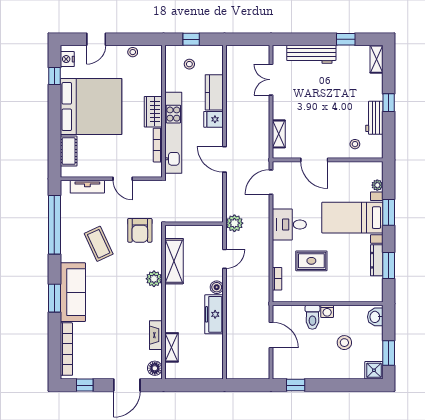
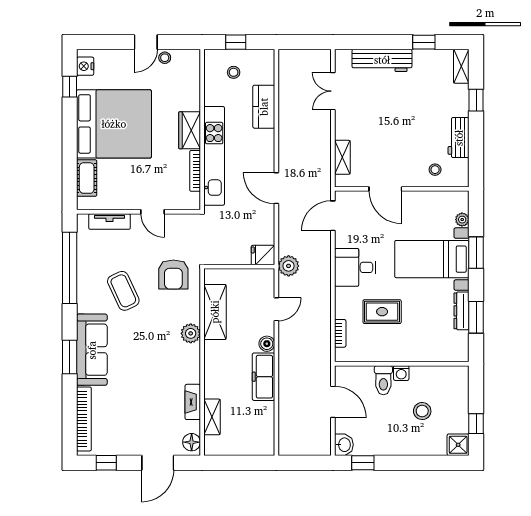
door: (96, 39) -> (146, 42), moved
window: (389, 103) -> (476, 100), moved
fridge: (213, 119) -> (263, 255), moved
washbasin: (375, 317) -> (344, 445), moved, turned 180
window: (389, 353) -> (476, 424), width x0.67

